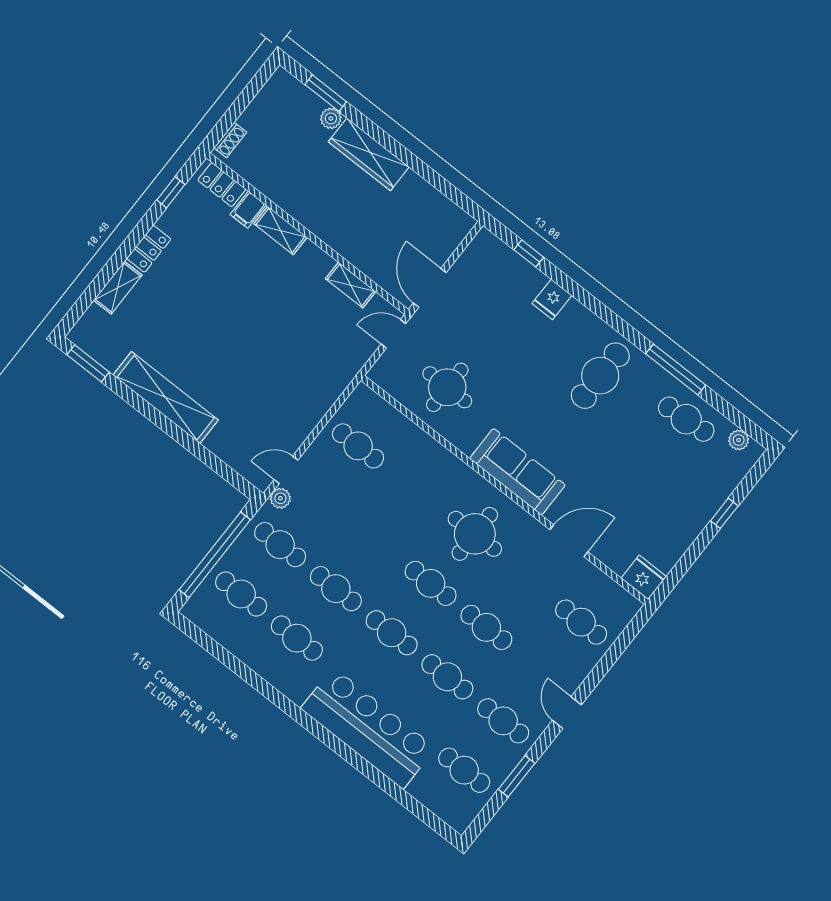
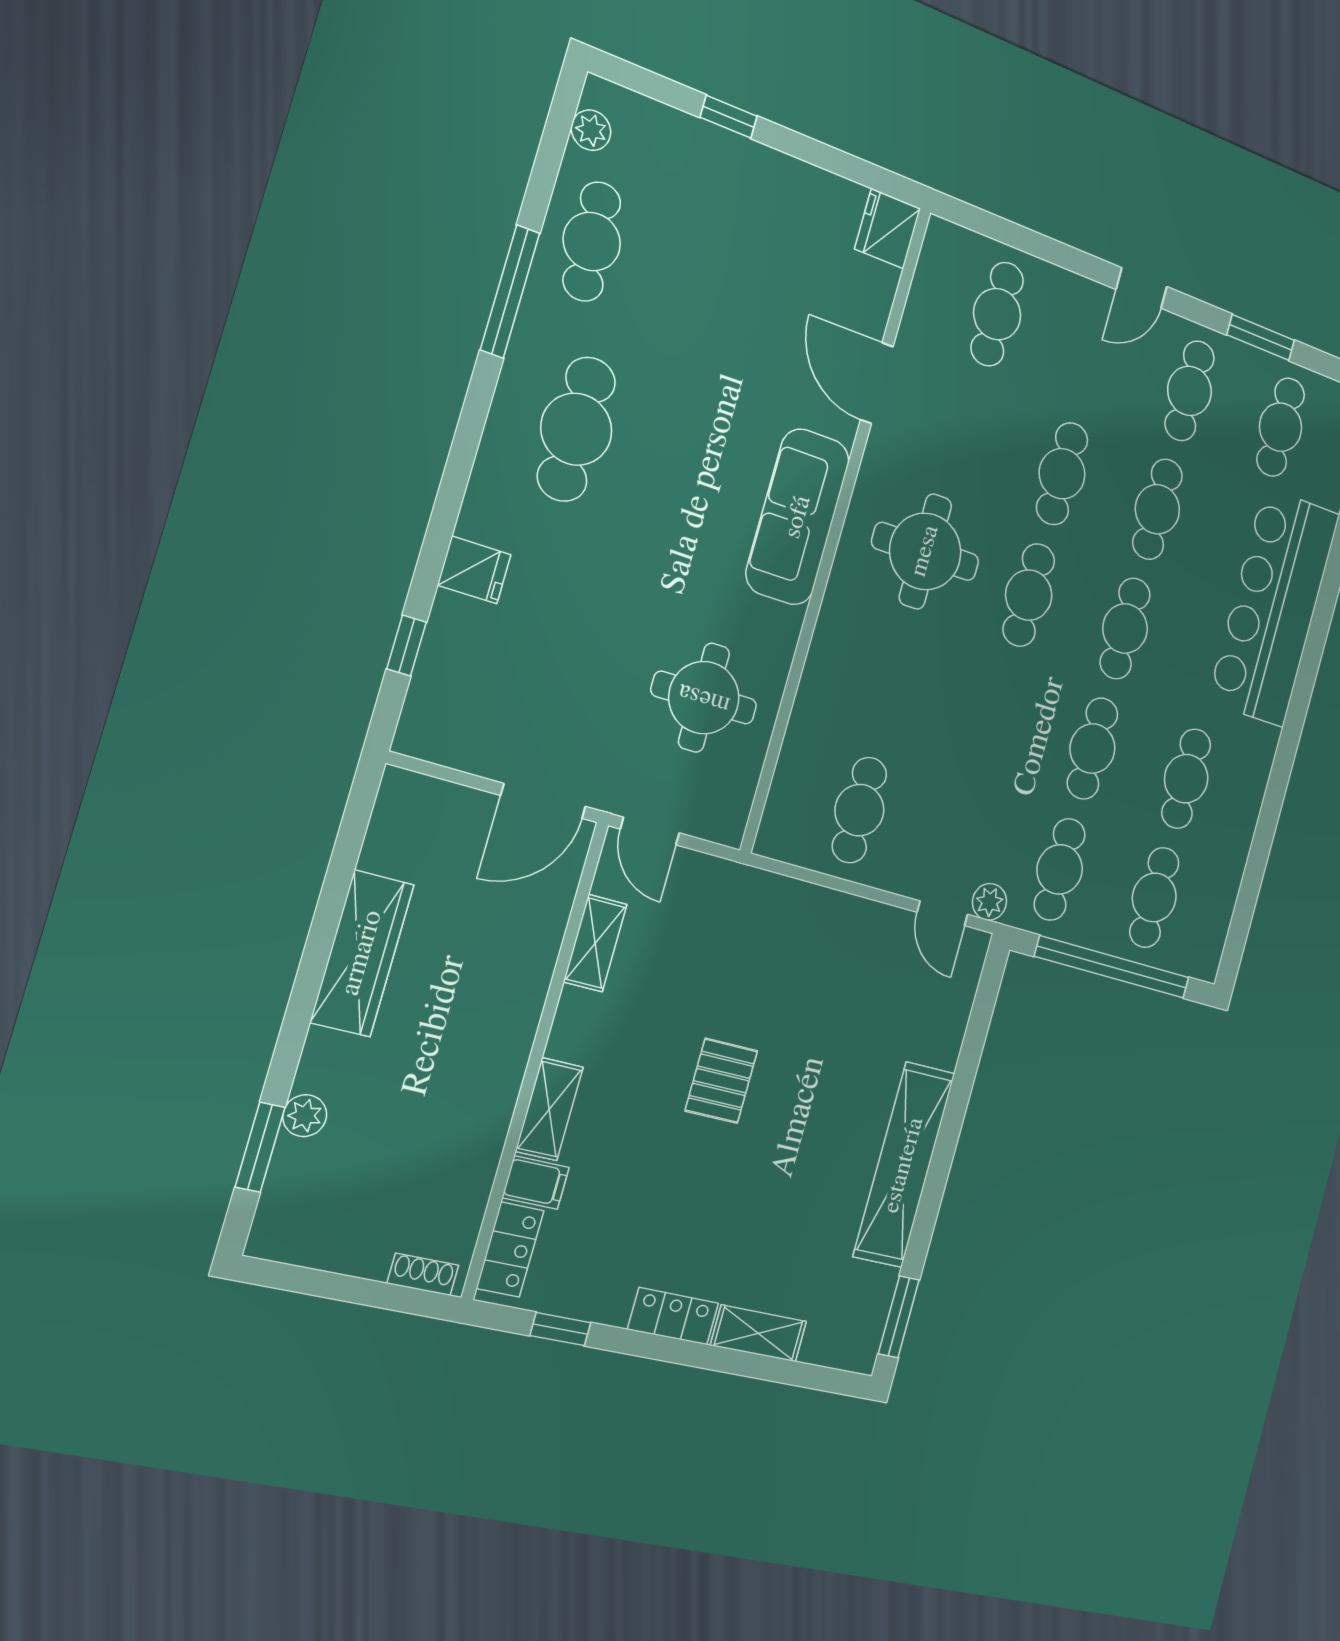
wardrobe: (369, 154) -> (362, 953), moved
pallet: (254, 320) -> (721, 1081), added
cafe table: (600, 376) -> (576, 429), turned 90

